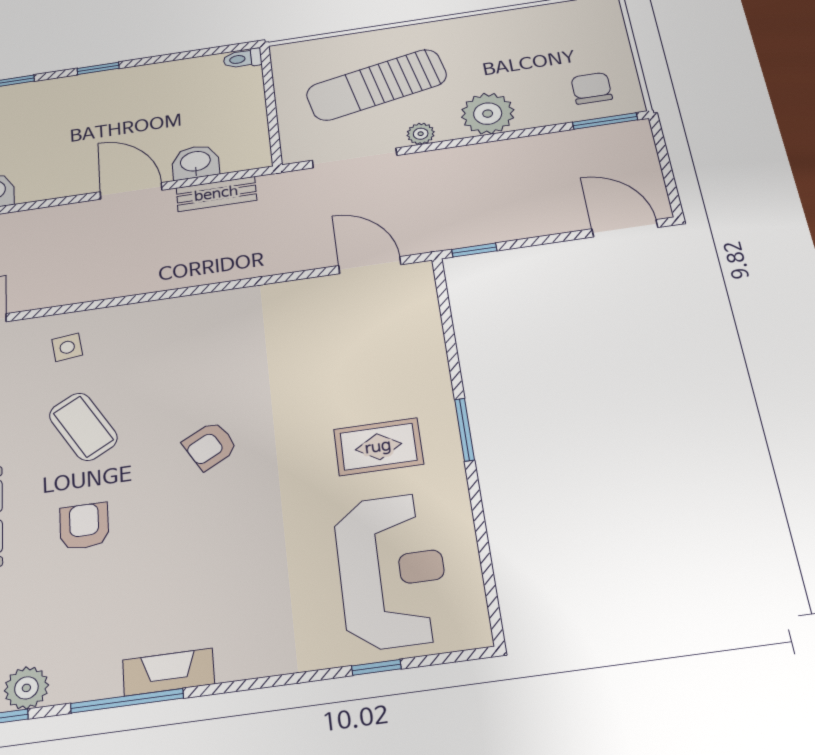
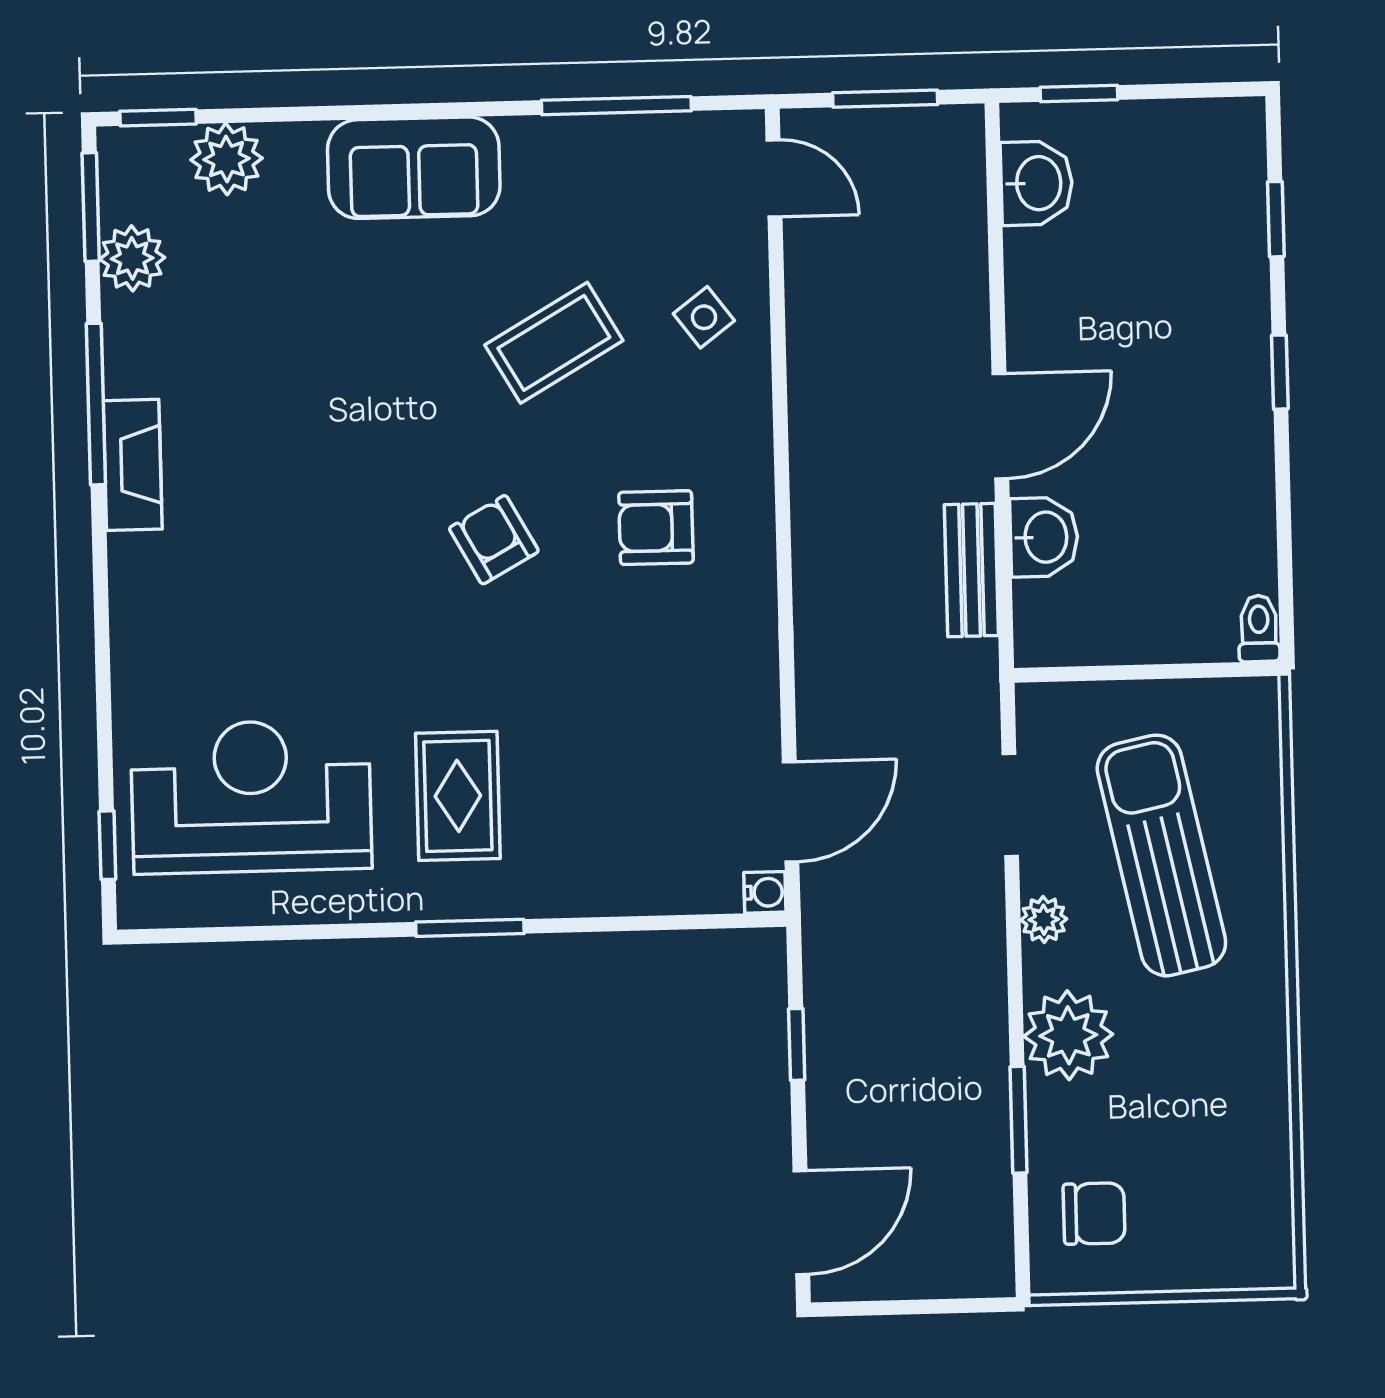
window: (605, 121) -> (1019, 1120), moved
doorway: (354, 158) -> (1010, 805), width x0.73
window: (474, 250) -> (797, 1044), moved
water cooler: (421, 272) -> (765, 892), added
side table: (67, 347) -> (704, 317), turned -30
armchair: (84, 526) -> (656, 528), moved, turned 180
reception desk: (392, 571) -> (251, 797), turned 180
window: (376, 667) -> (107, 845), moved

